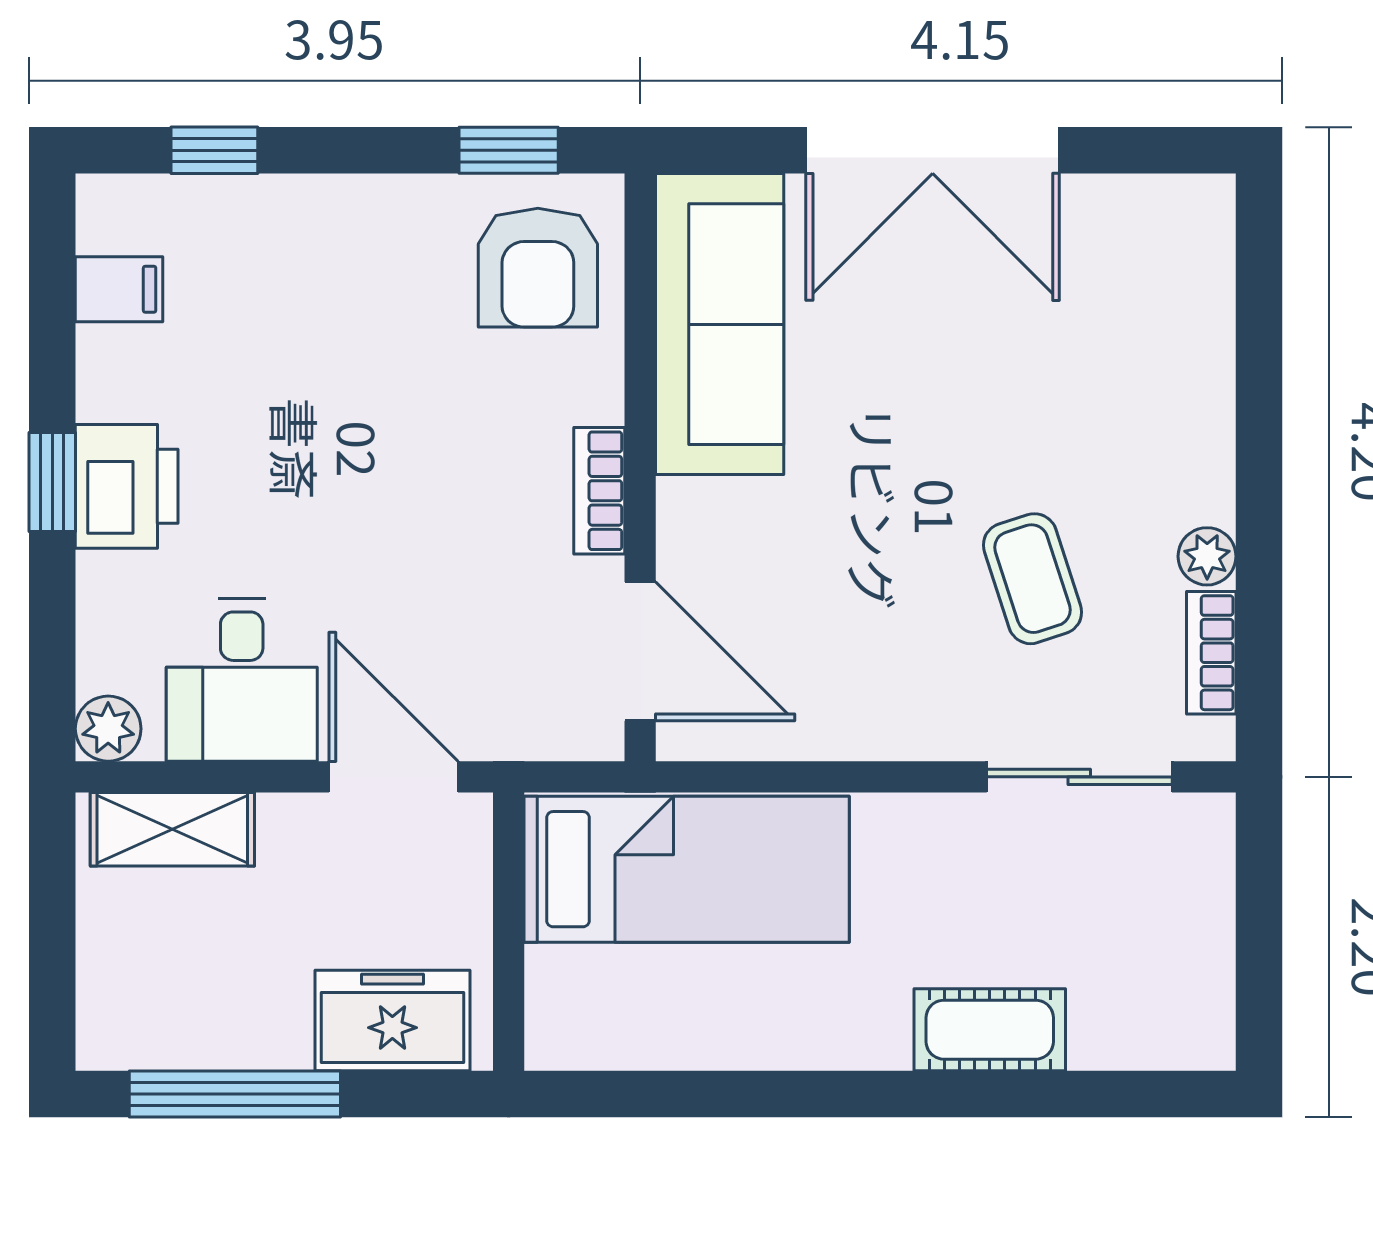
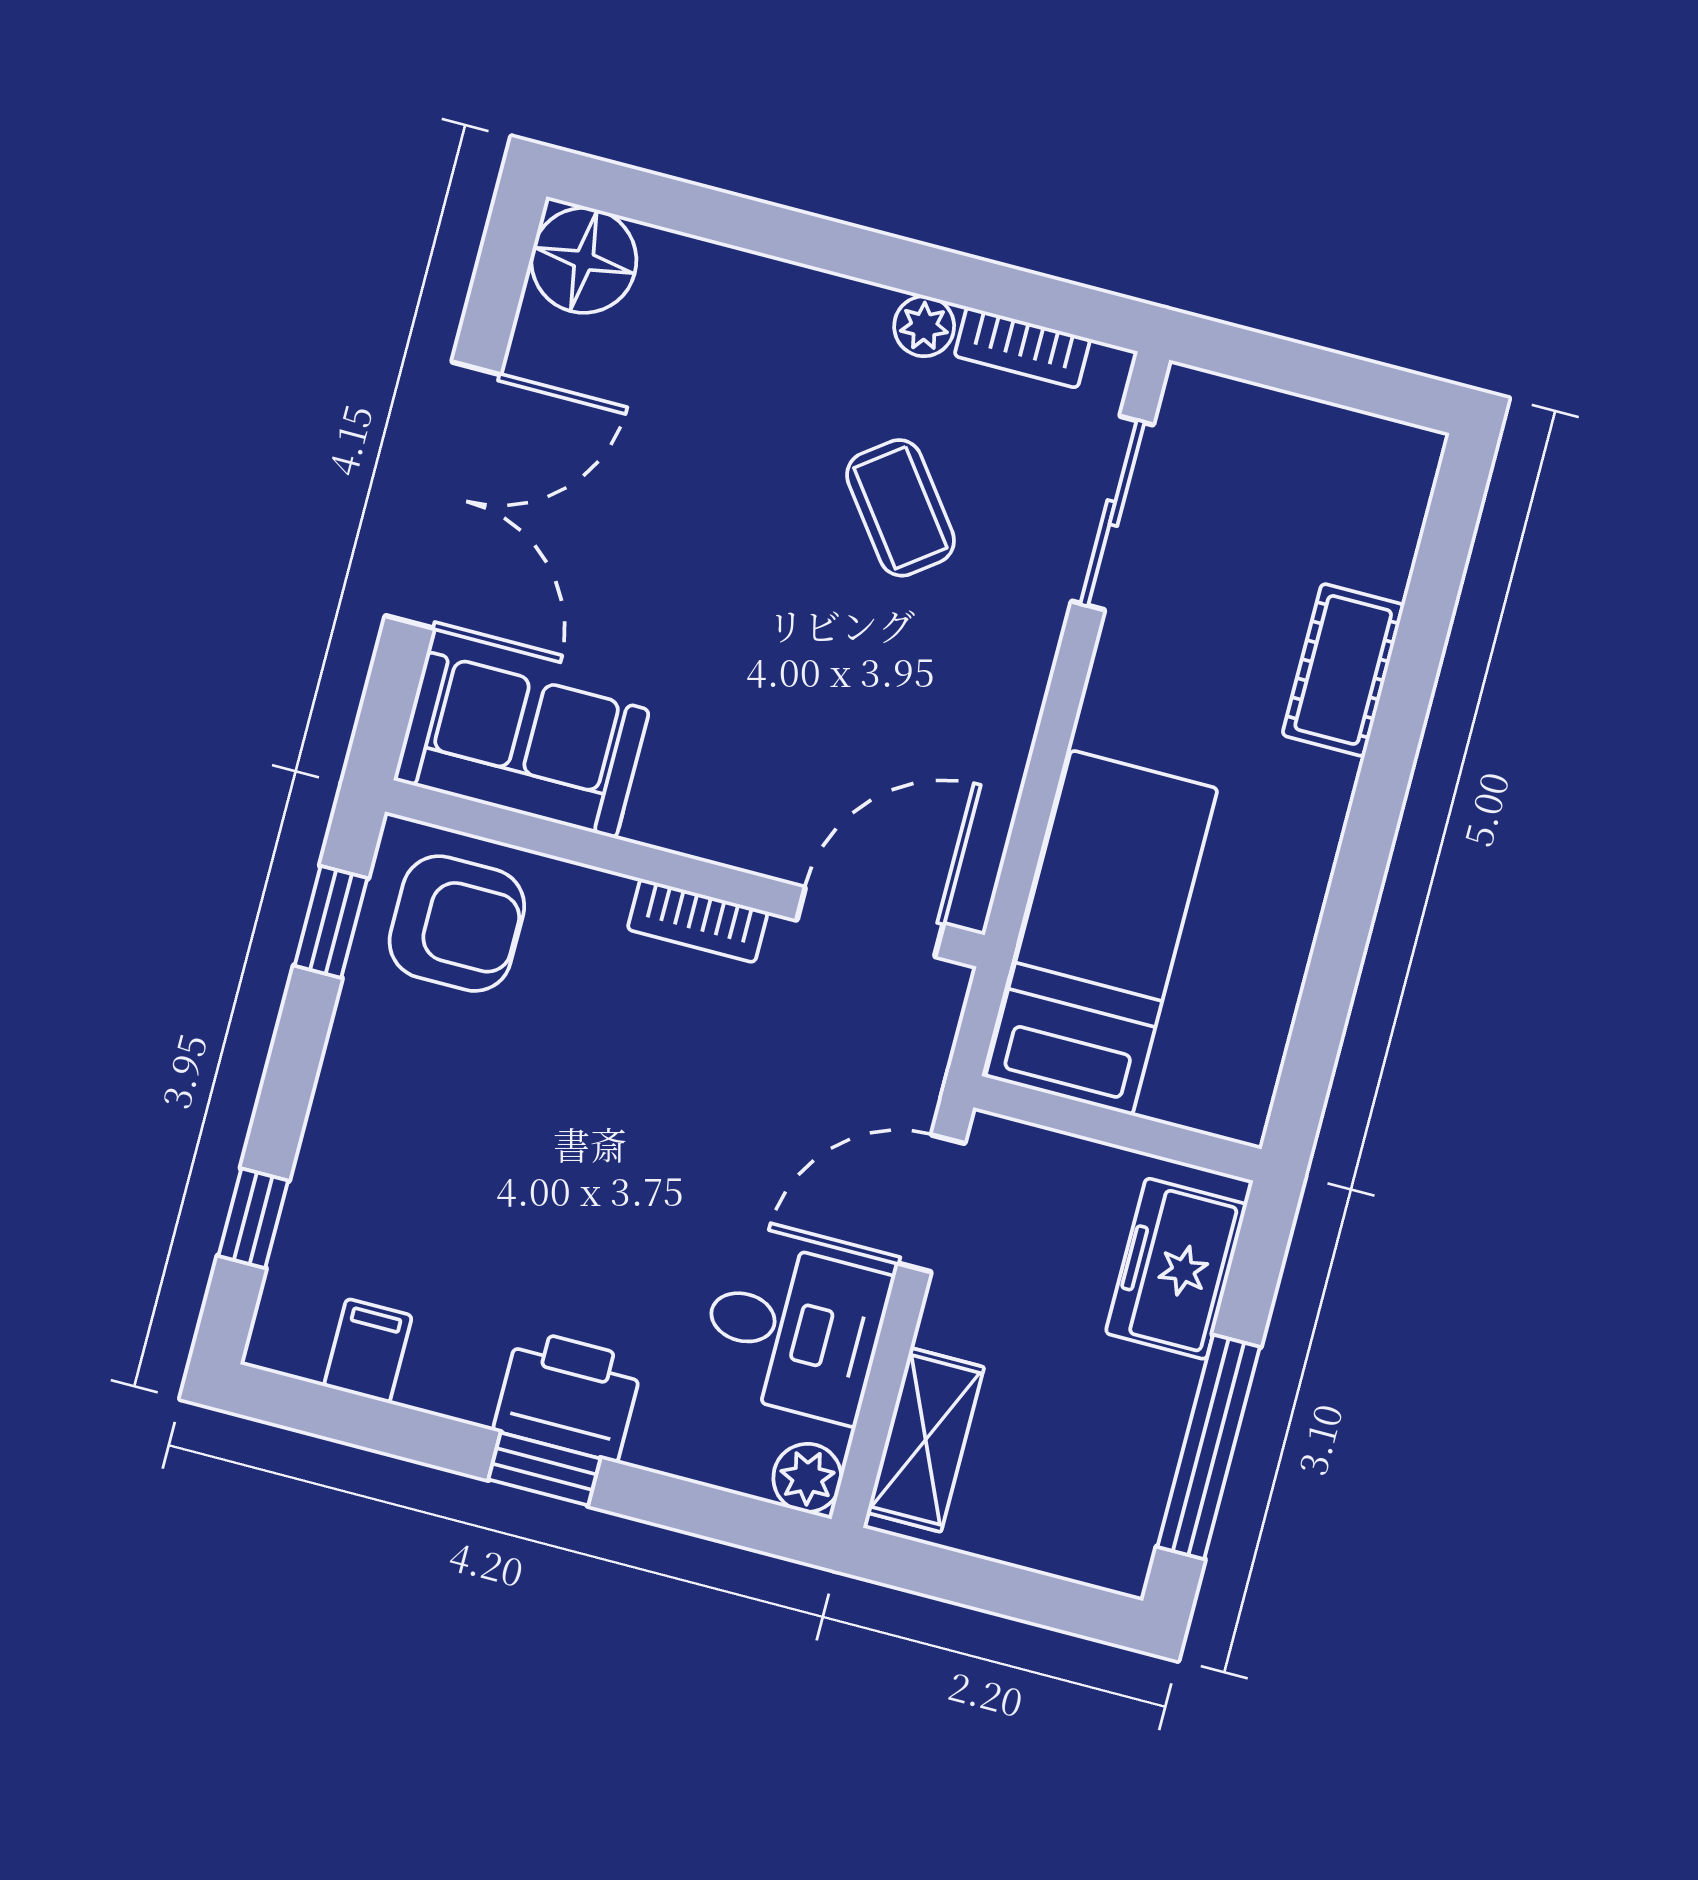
floor lamp: (1185, 224) -> (584, 260), added
sofa: (720, 324) -> (521, 745), width x0.73
coffee table: (1032, 579) -> (900, 508), turned 71

